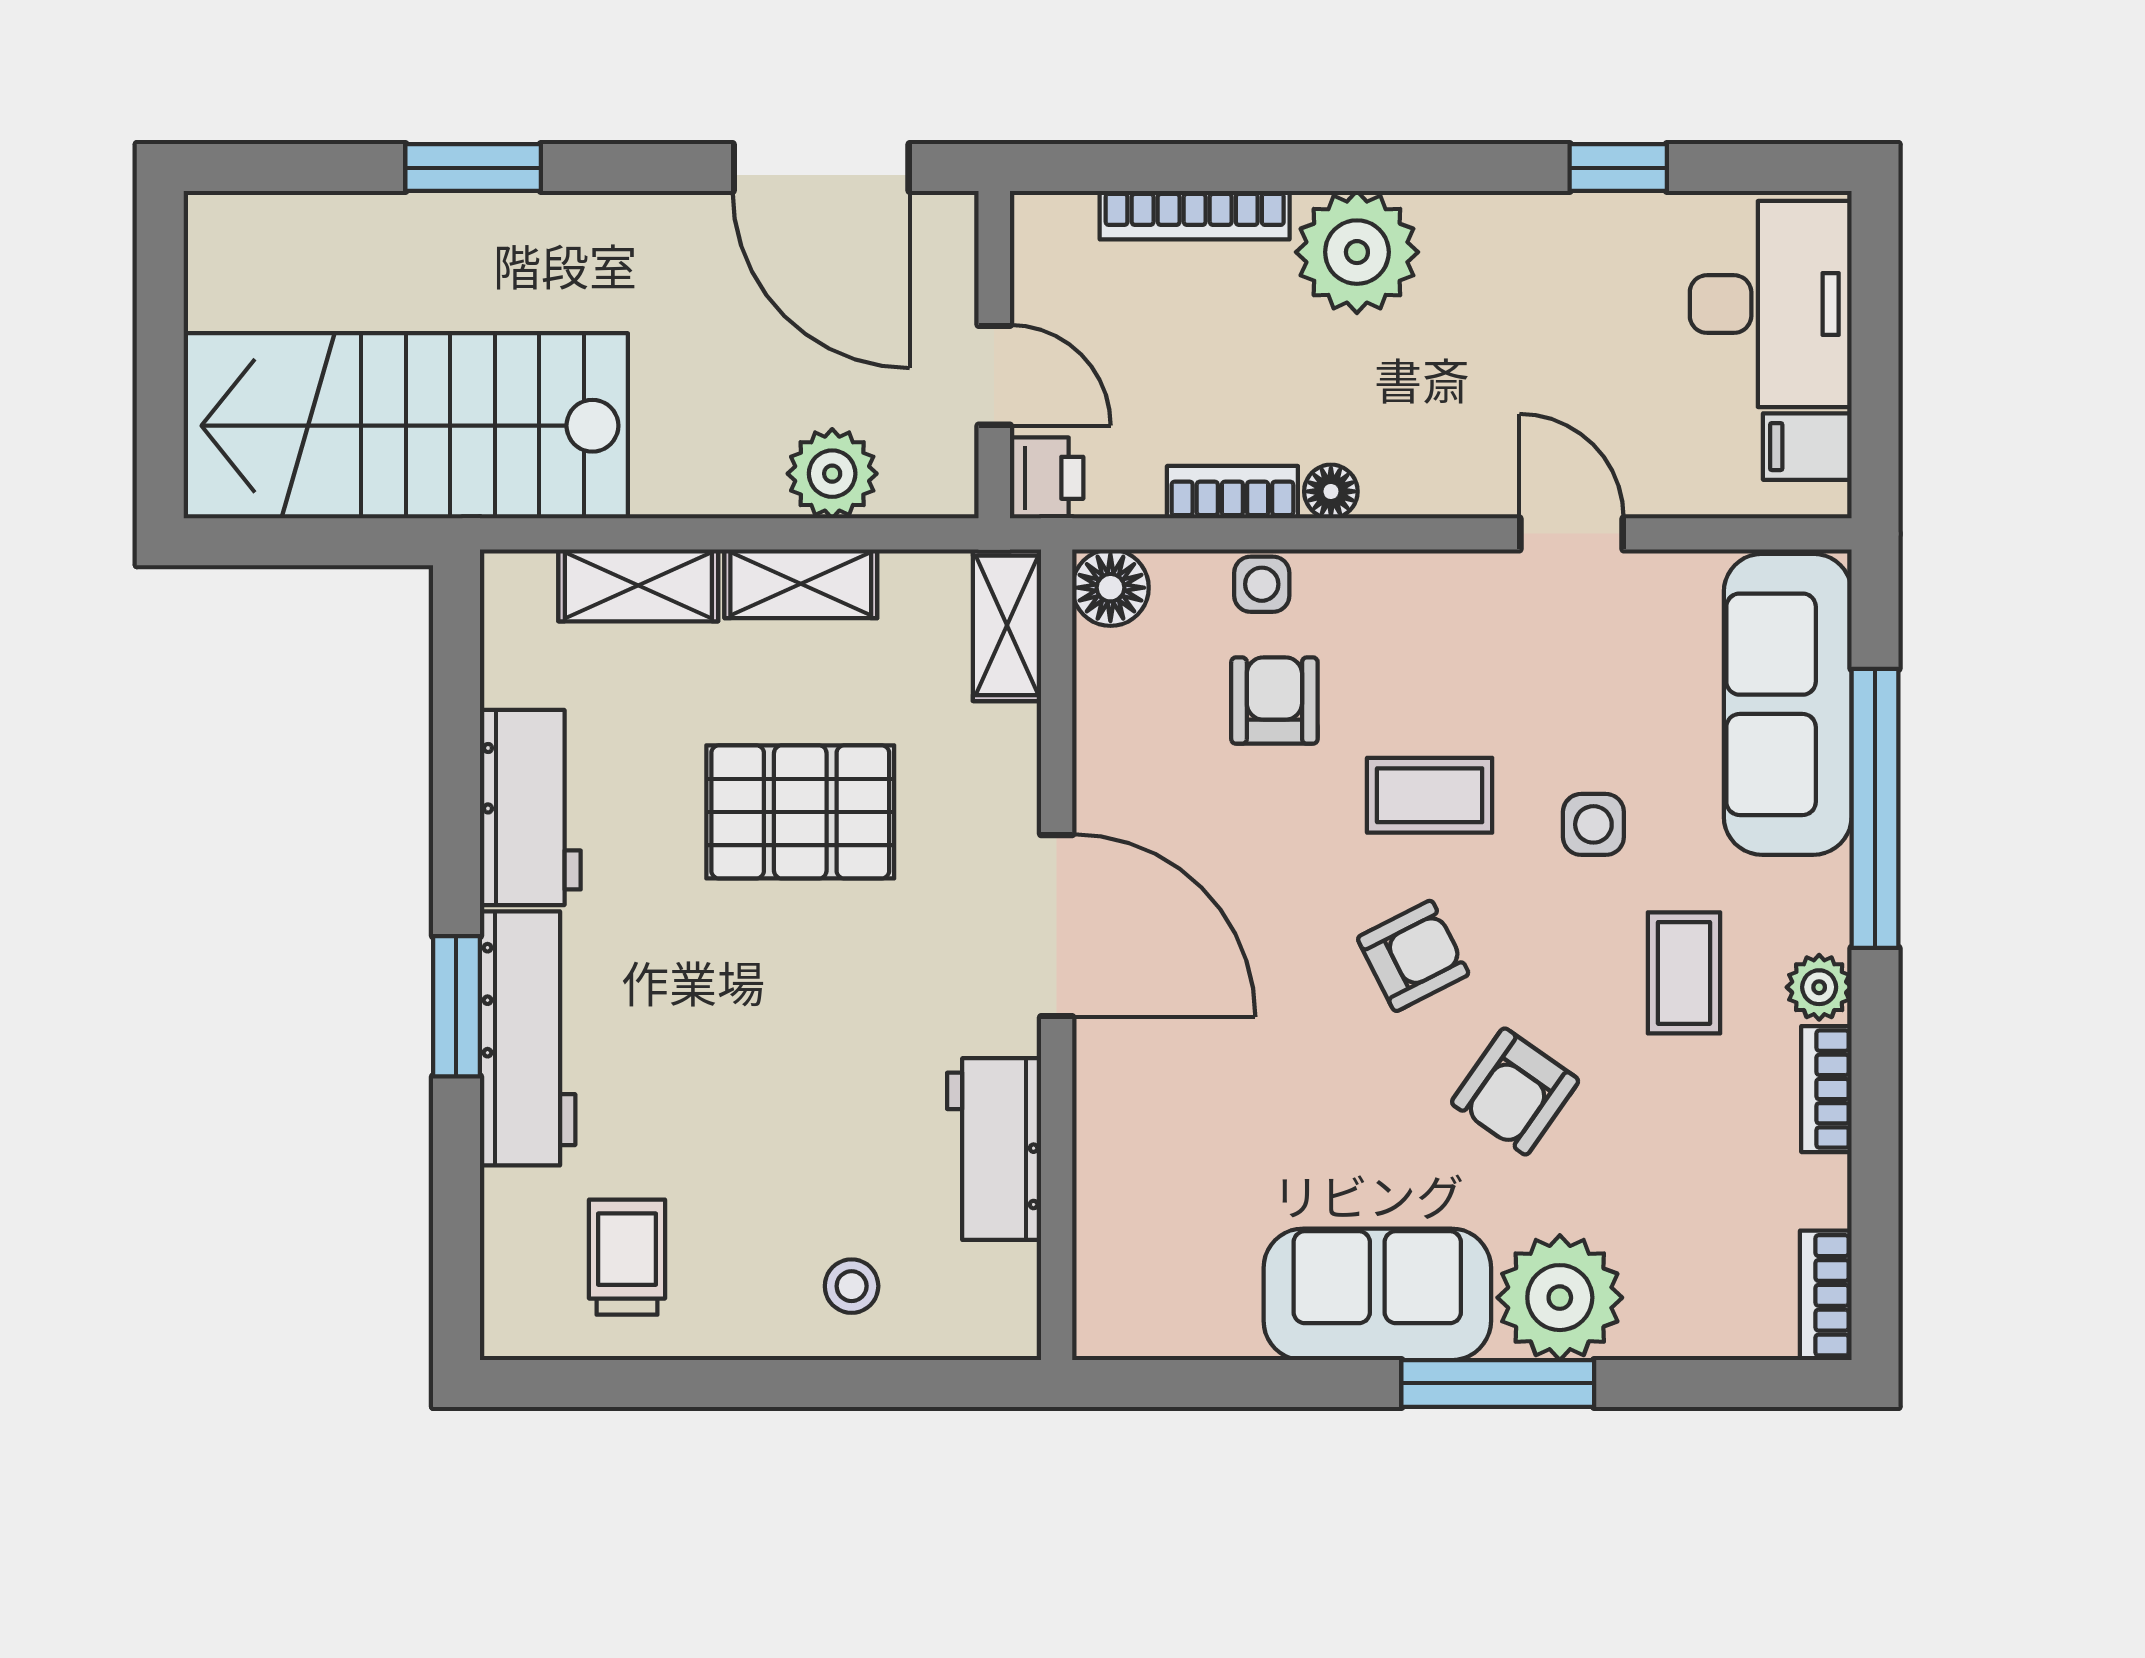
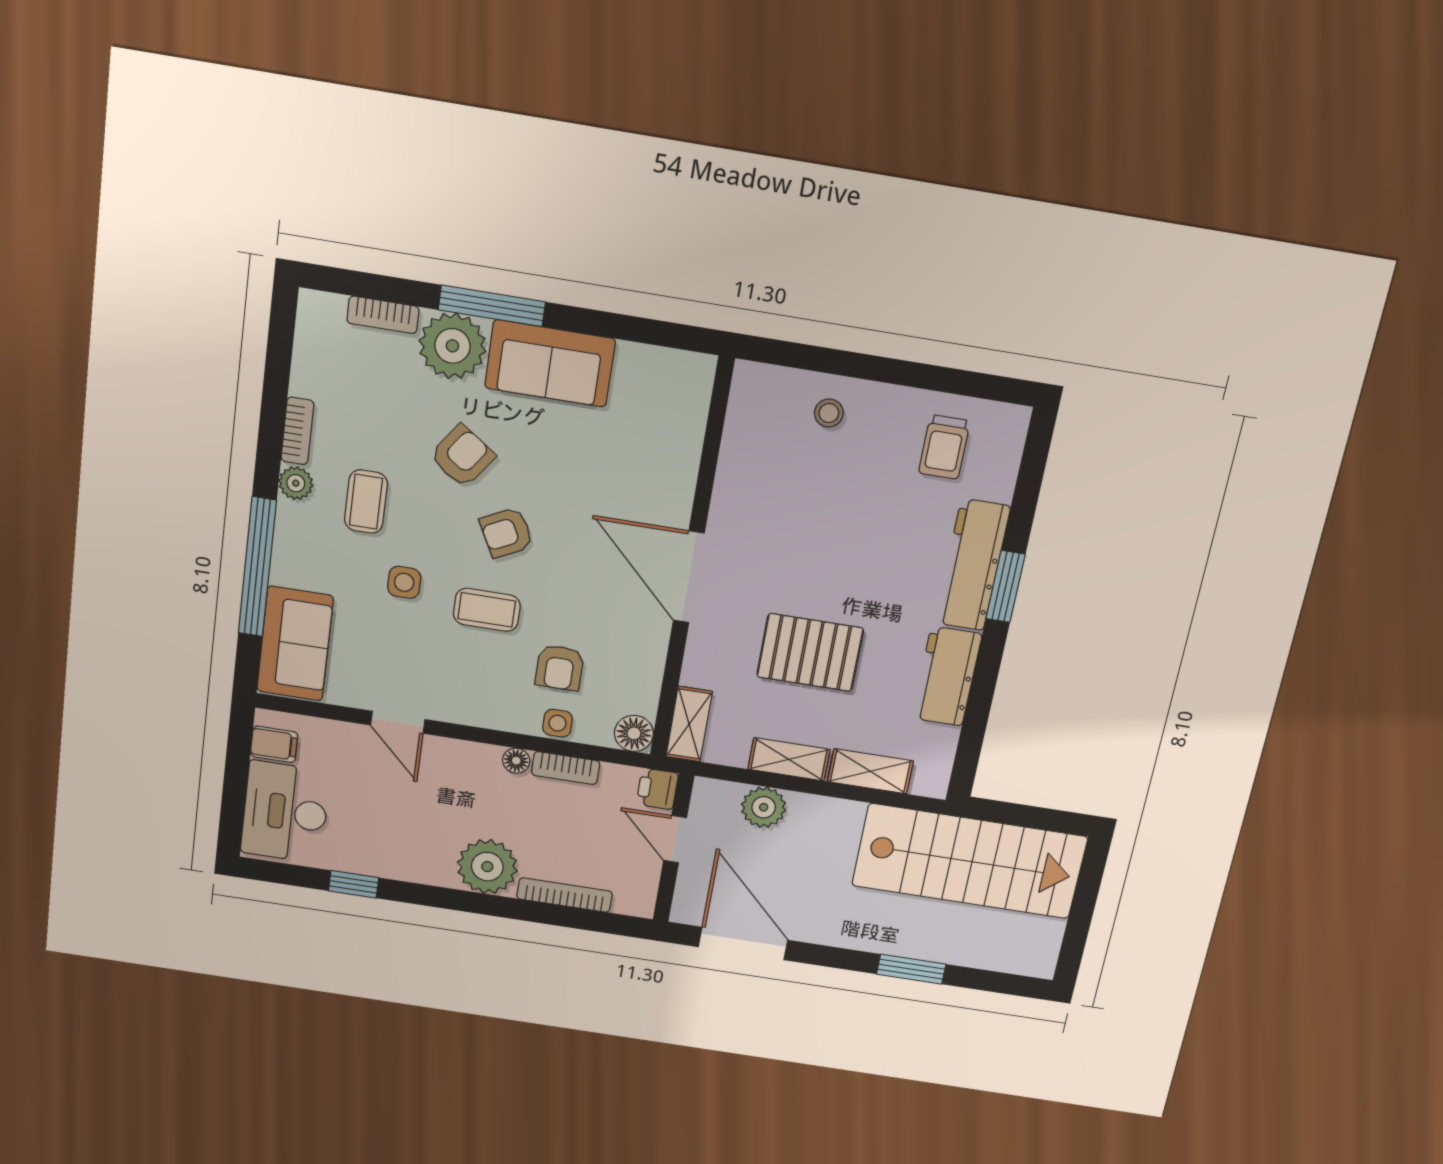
sofa: (1788, 704) -> (295, 644), width x0.73
workbench: (994, 1149) -> (741, 471), removed
bookcase: (1826, 1295) -> (383, 315), moved, turned 90

